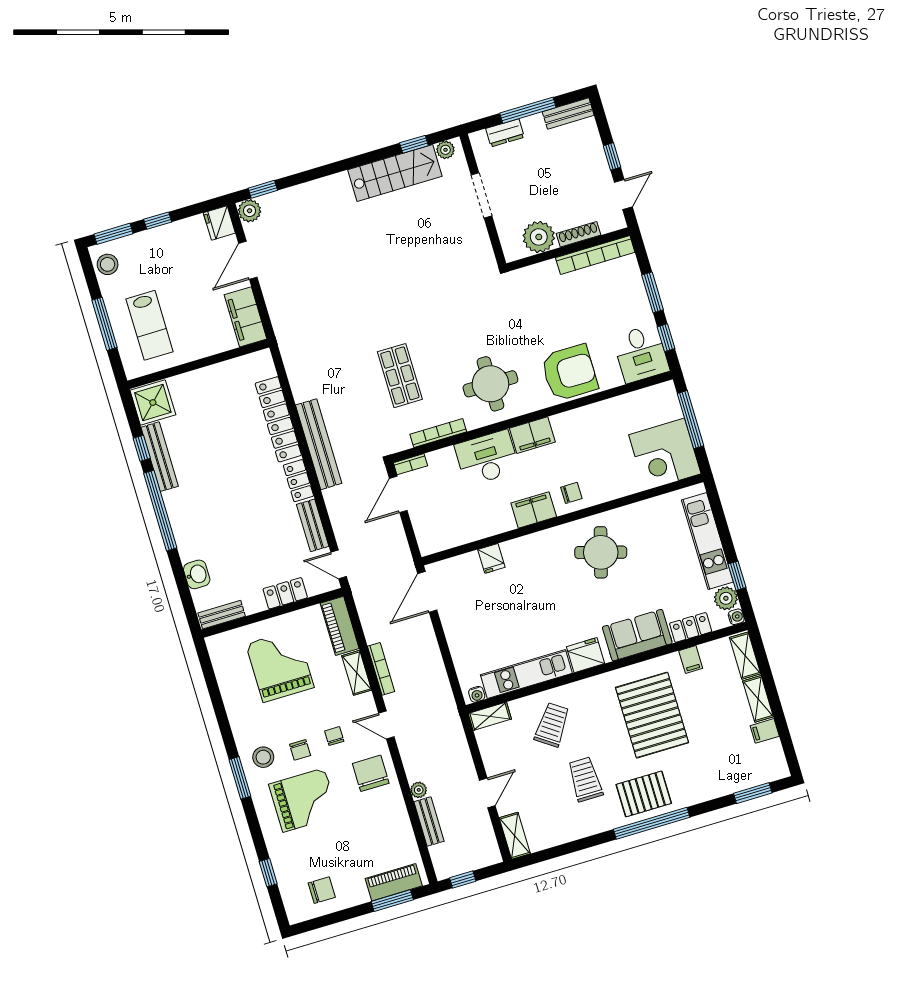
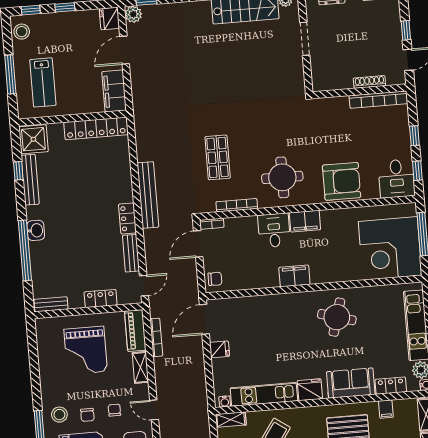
window: (114, 234) -> (31, 10), width x0.67
plant: (539, 237) -> (340, 78), removed
window: (653, 292) -> (414, 136), width x0.67
locker: (278, 419) -> (96, 128), moved, turned -90
corner desk: (665, 454) -> (390, 248), width x1.36, depth x1.36
desk: (487, 458) -> (274, 230), width x0.73
chair: (571, 493) -> (215, 279), moved
window: (160, 511) -> (25, 250), moved
fridge: (491, 558) -> (219, 349), moved, turned -90
door: (339, 564) -> (144, 286), swing flipped
washbasin: (197, 574) -> (36, 230), moved
grand piano: (280, 666) -> (86, 350), turned 180
bookcase: (381, 669) -> (156, 337), moved

